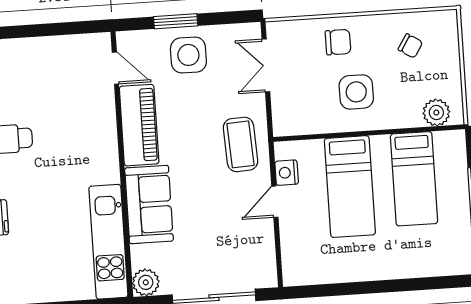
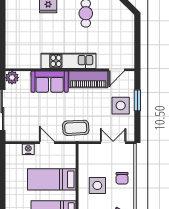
nightstand: (287, 173) -> (28, 149), moved
kitchen unit: (108, 242) -> (69, 61), moved

